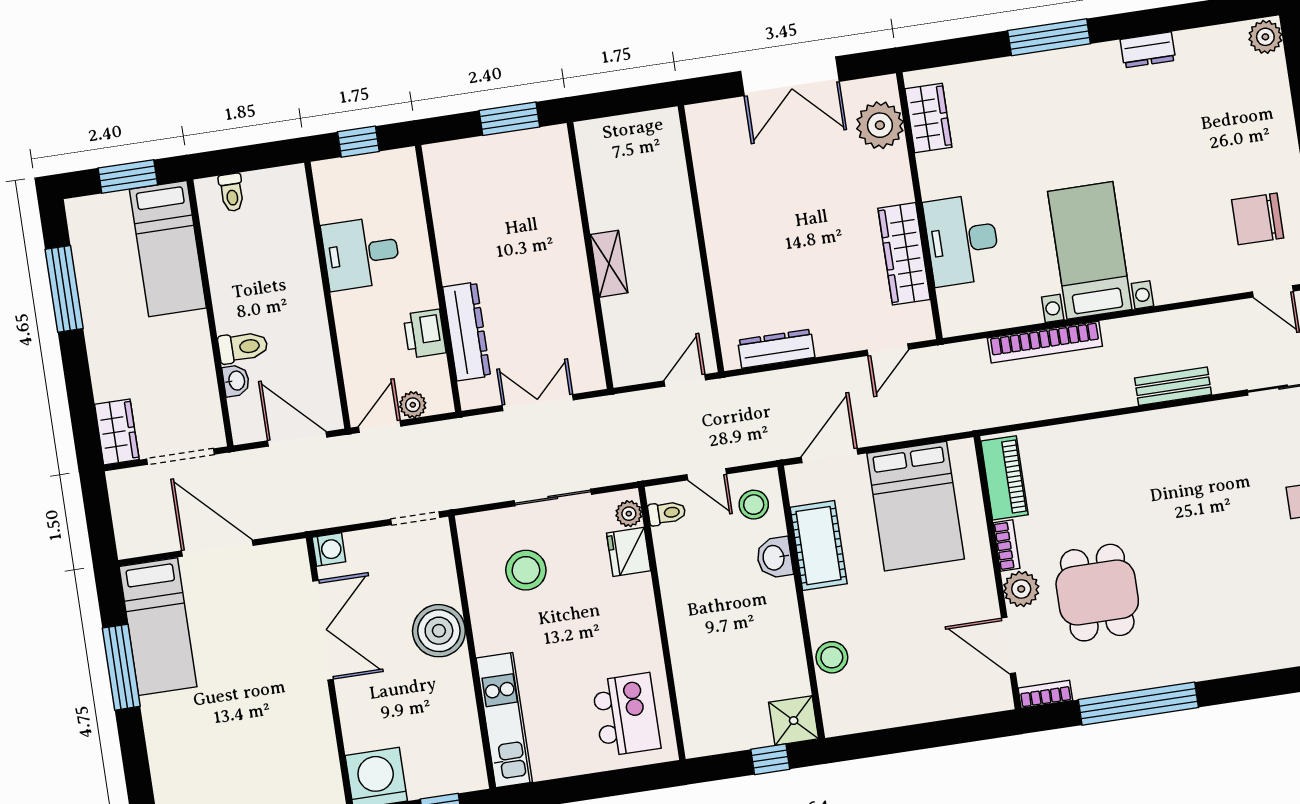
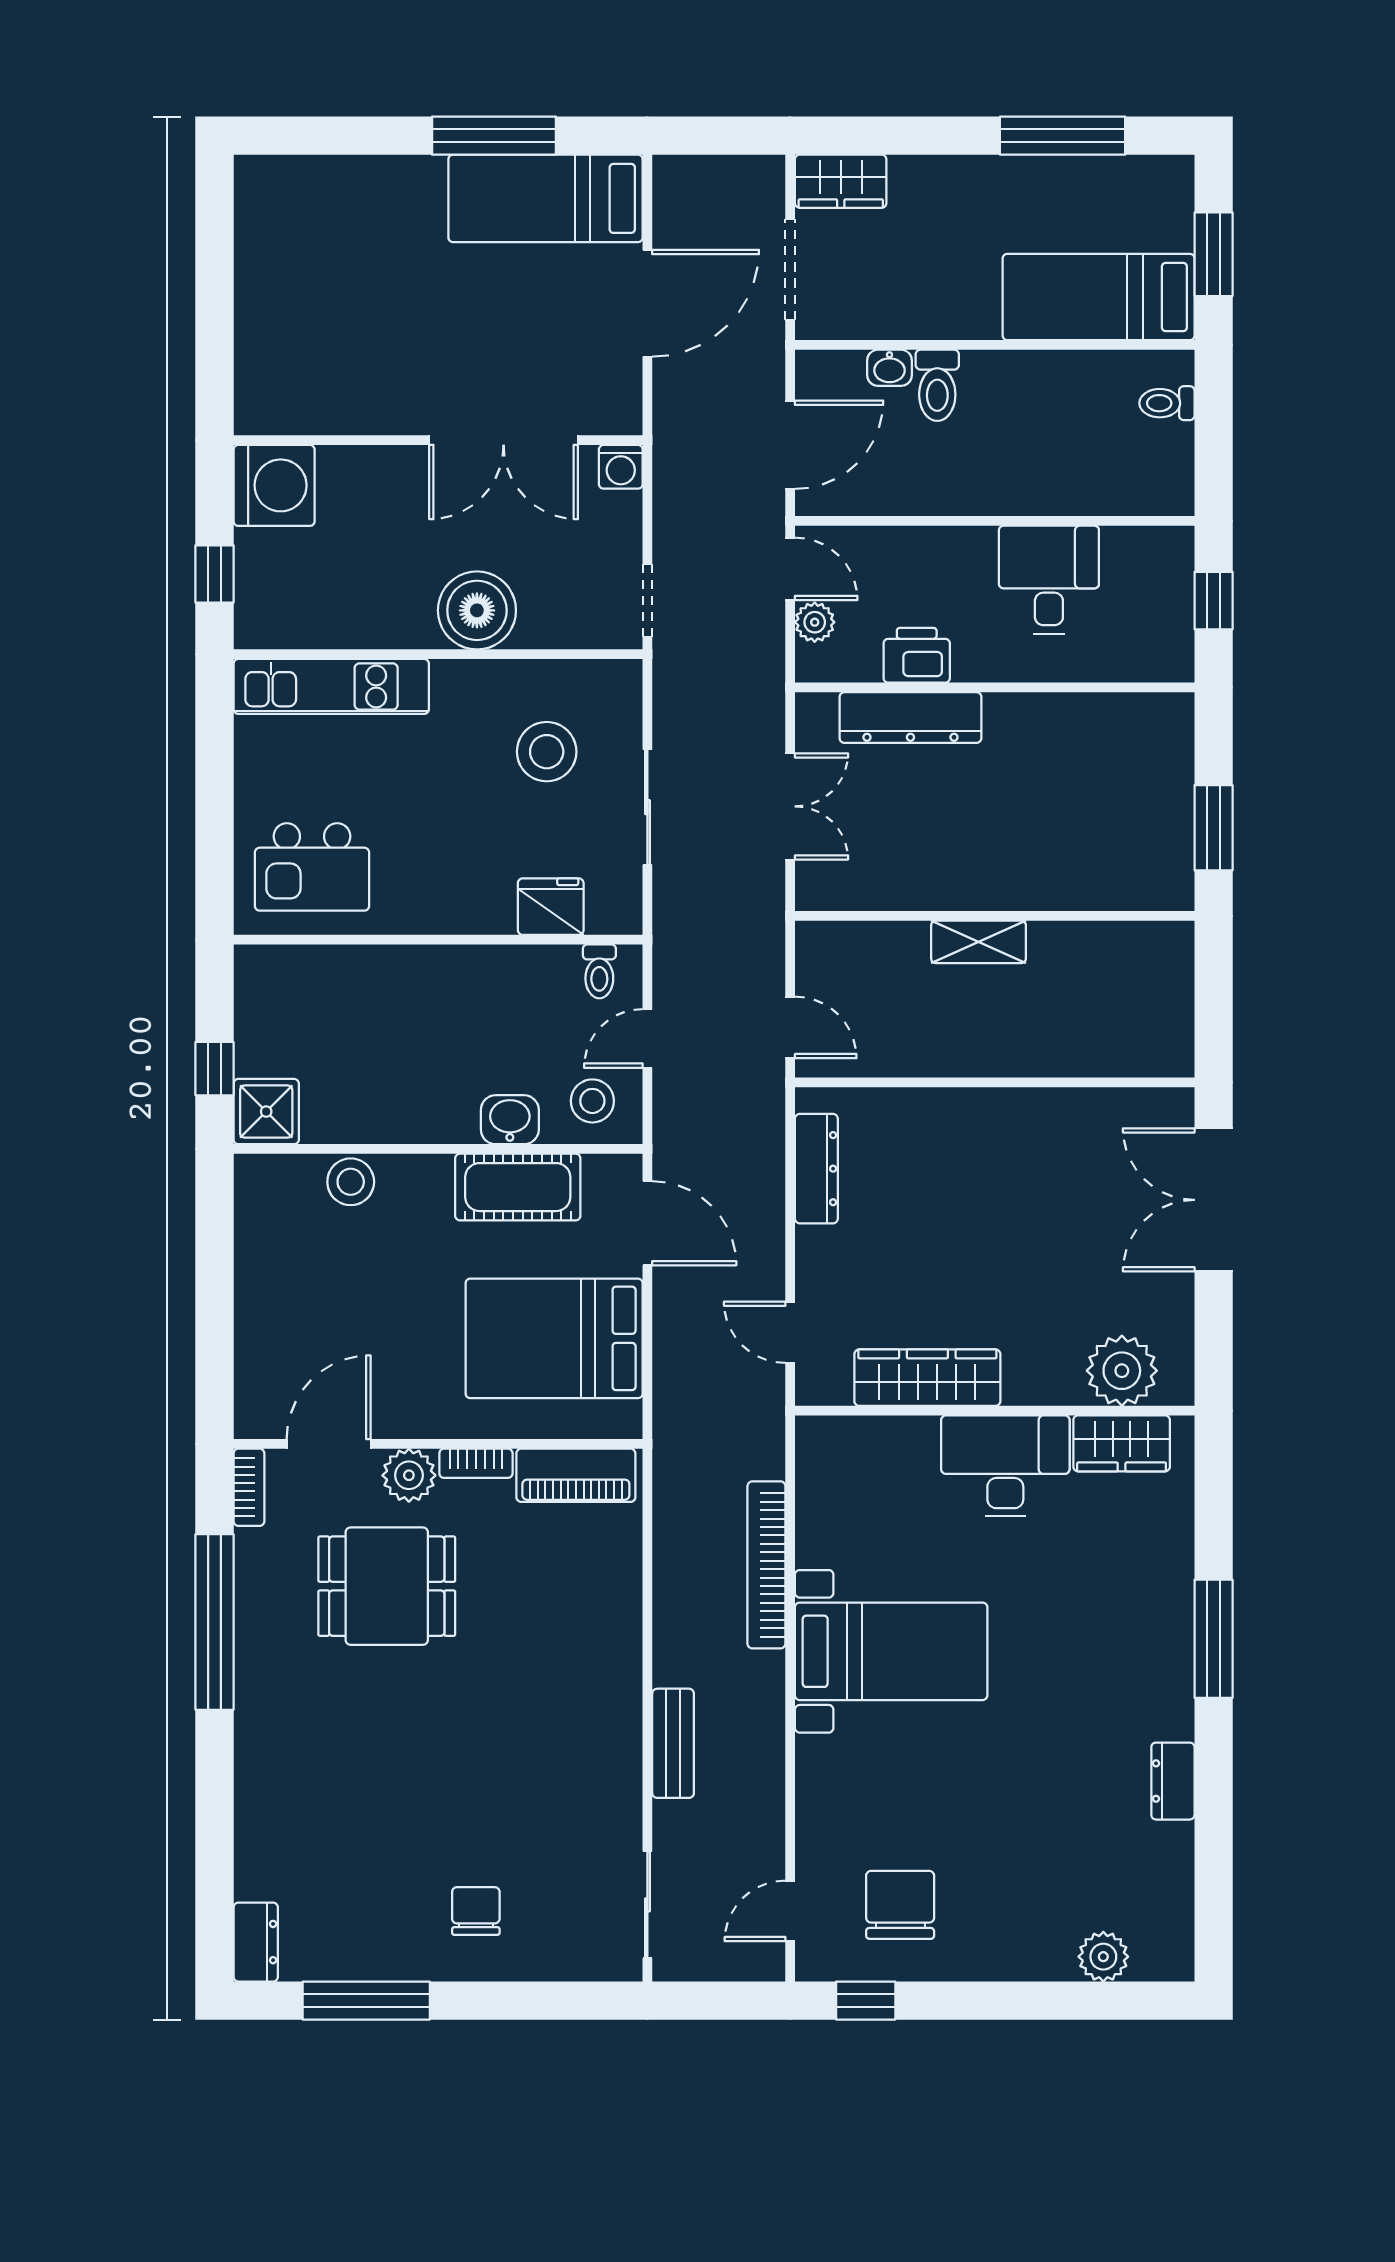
plant: (1265, 37) -> (1103, 1957), moved
double door: (790, 76) -> (1214, 1200), moved
desk: (962, 240) -> (1005, 1466), moved
plant: (629, 514) -> (607, 915), removed

